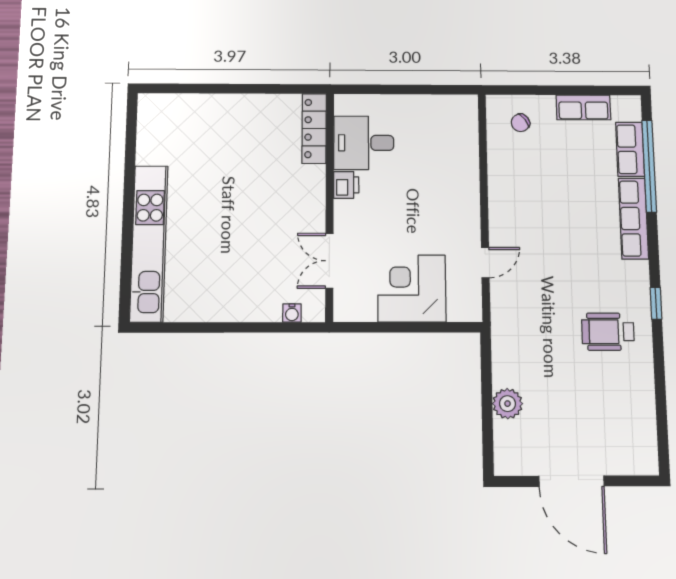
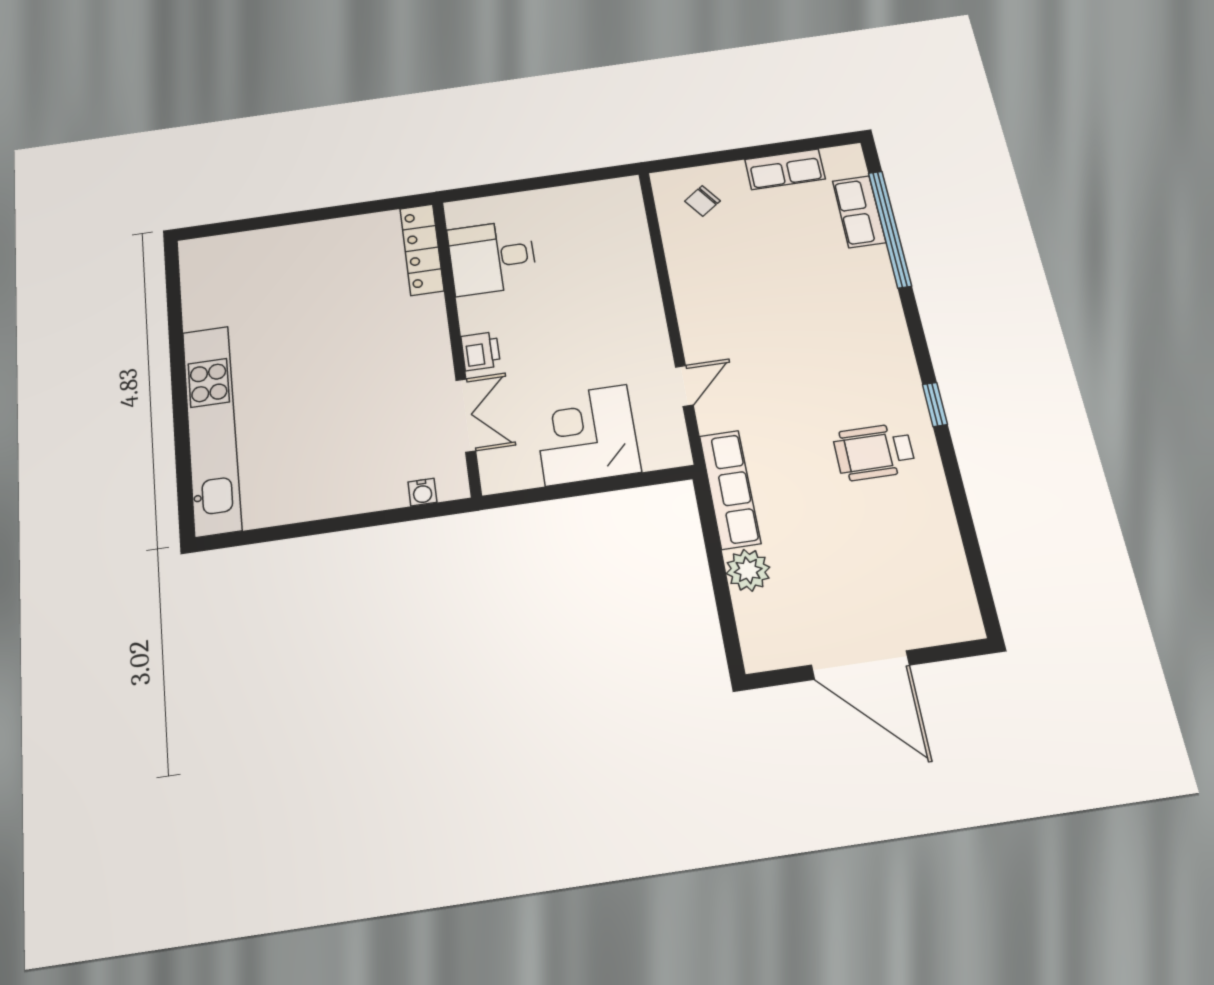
printer: (346, 185) -> (481, 351), moved
row of seats: (633, 219) -> (730, 489), moved, turned 180
double door: (329, 261) -> (466, 415), swing flipped

